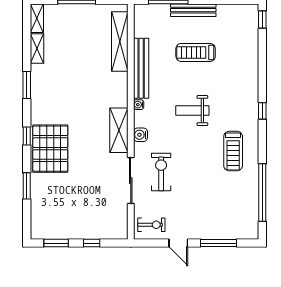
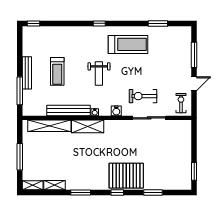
shelving: (119, 130) -> (88, 126), moved
treadmill: (233, 151) -> (128, 44), width x1.37, depth x1.38
window: (262, 193) -> (158, 23), width x0.47
window: (92, 243) -> (194, 146), removed

